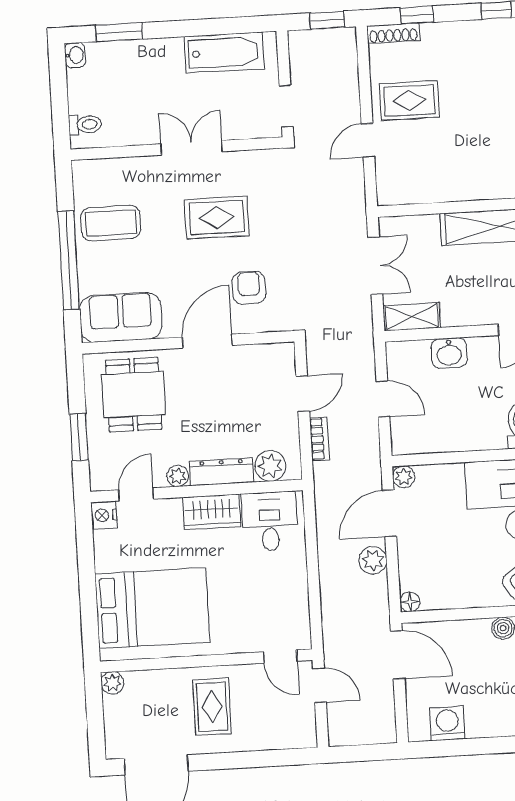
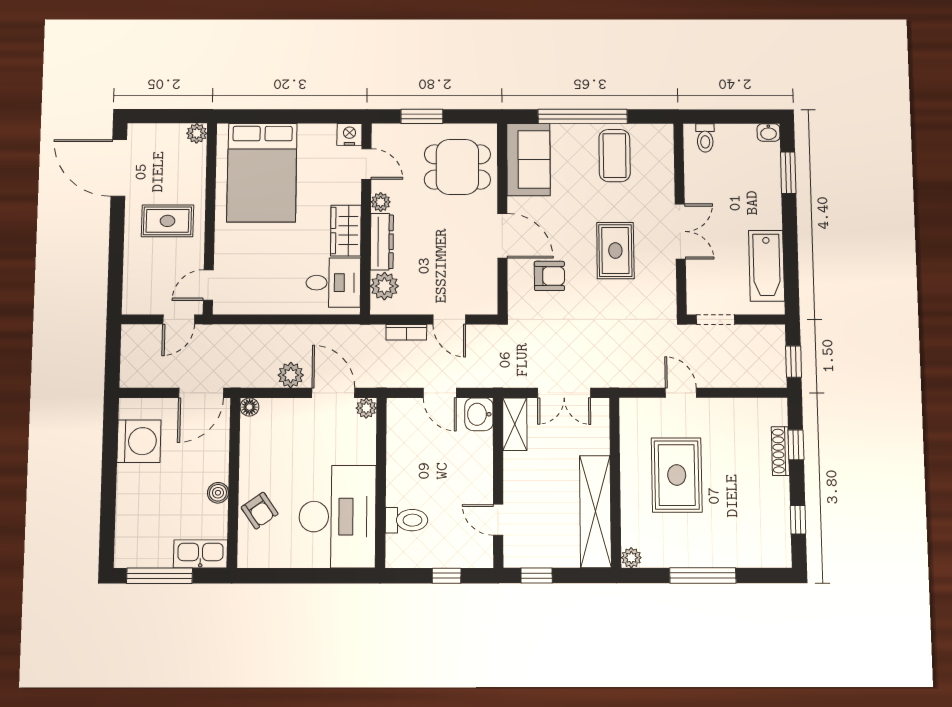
shoe rack: (393, 33) -> (780, 451), moved
rug: (409, 101) -> (677, 475), moved, width x1.36, depth x1.43
washbasin: (449, 353) -> (479, 414), moved
door: (383, 399) -> (440, 393), hinge flipped
washing machine: (447, 723) -> (139, 441), width x1.37, depth x1.37

